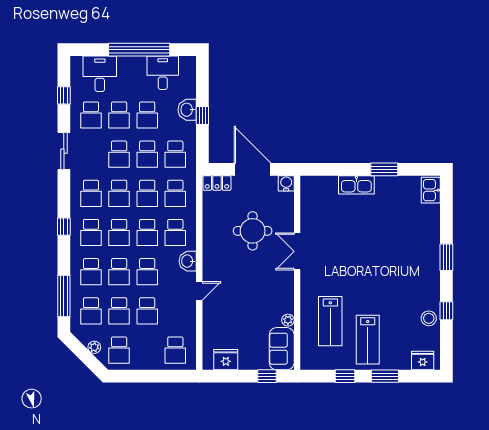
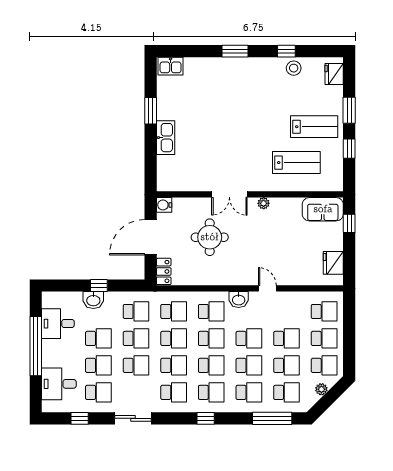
plant: (288, 320) -> (264, 203), moved
school desk: (147, 350) -> (324, 338), added

